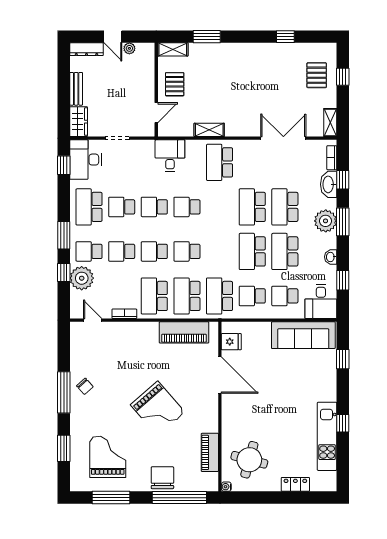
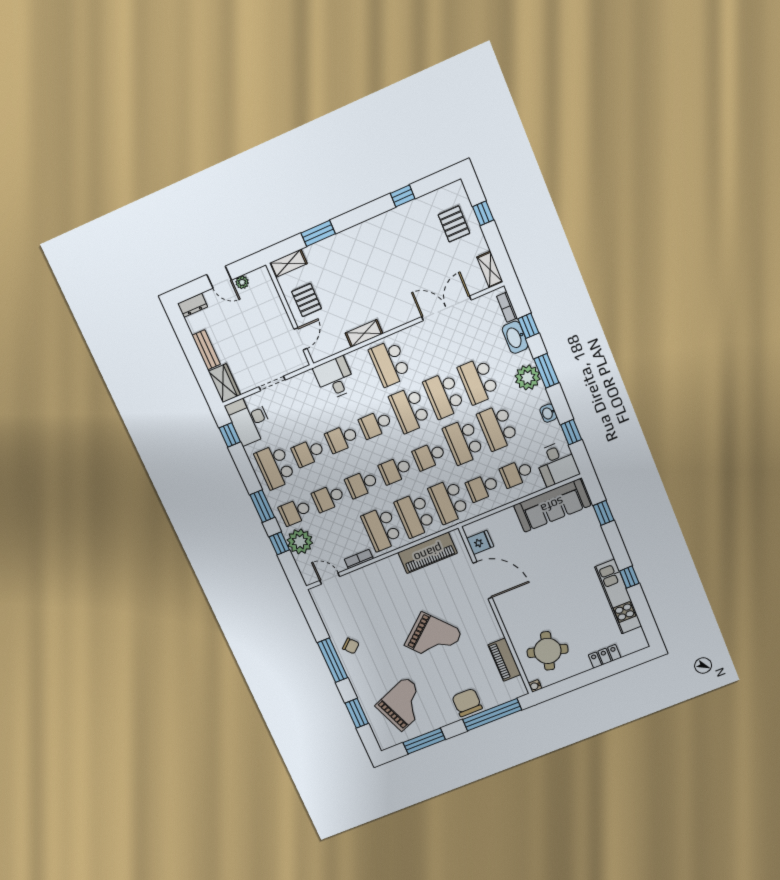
dresser: (87, 49) -> (193, 305), width x0.70
school desk: (220, 207) -> (410, 410), added
school desk: (220, 251) -> (429, 456), added
grand piano: (108, 457) -> (404, 704), turned 68

